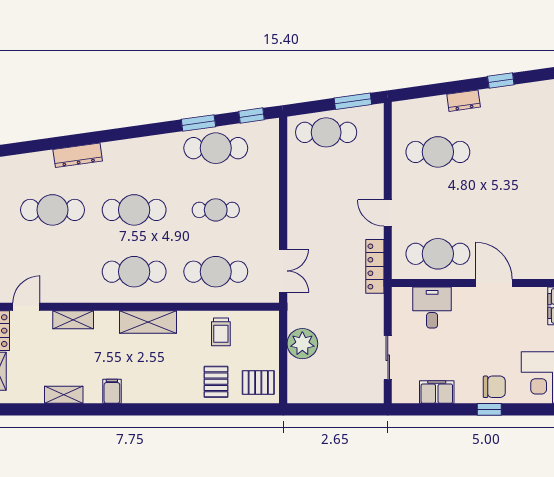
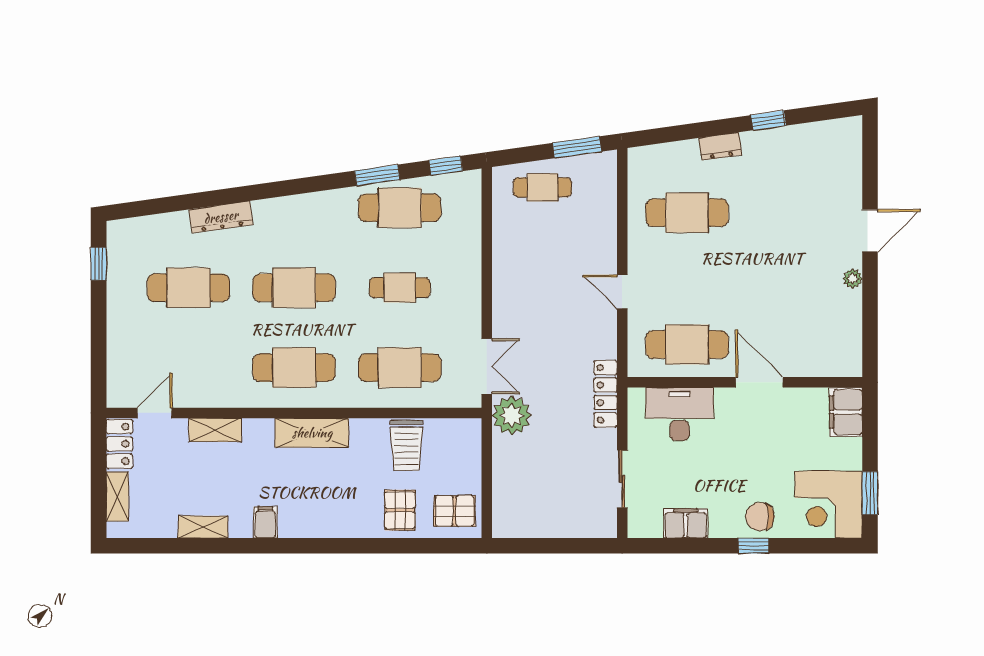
cafe table: (326, 132) -> (542, 187), width x0.73, depth x0.74
locker: (375, 266) -> (606, 394), moved
desk: (432, 308) -> (679, 414), width x1.37
trolley: (221, 332) -> (406, 445), width x1.36, depth x1.39
plant: (302, 344) -> (512, 415), moved
chair: (494, 387) -> (760, 517), turned 180

